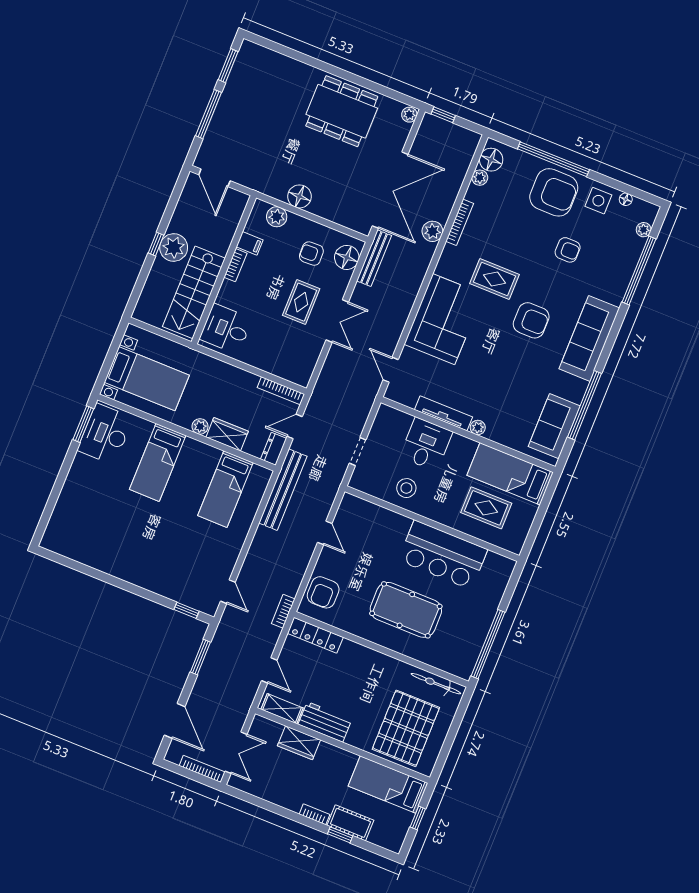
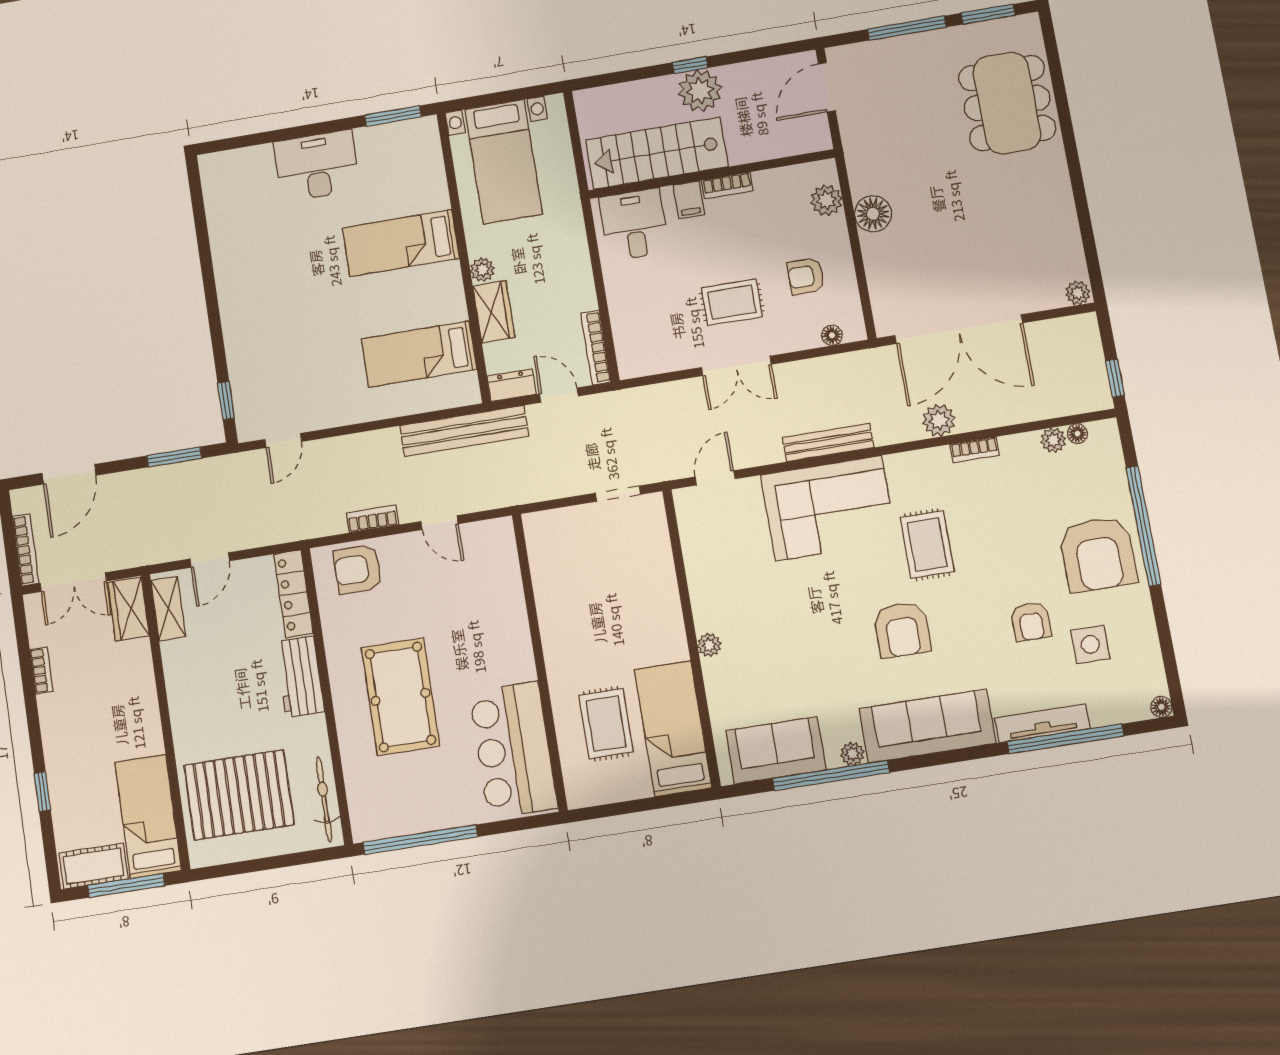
dining table: (342, 111) -> (1007, 103), moved
window: (443, 115) -> (1115, 378), moved
floor lamp: (491, 160) -> (1077, 434), width x0.53, depth x0.53
floor lamp: (626, 199) -> (1161, 707), moved
side table: (598, 201) -> (1090, 644), moved
bookcase: (460, 222) -> (975, 450), width x0.64
plant: (644, 230) -> (852, 754), moved
filing cabinet: (250, 243) -> (689, 200), moved
armchair: (311, 254) -> (806, 276), turned -88
floor lamp: (347, 257) -> (832, 335), width x0.53, depth x0.53
bench: (374, 258) -> (828, 442), moved
tv unit: (443, 413) -> (1042, 723), moved, turned -90
desk: (105, 434) -> (317, 166), moved
desk: (426, 444) -> (643, 588), removed
doorway: (358, 452) -> (618, 494), moved
stool: (406, 488) -> (567, 597), removed
door: (325, 533) -> (440, 523), hinge flipped
bar counter: (443, 555) -> (513, 750), moved
bookcase: (283, 611) -> (372, 519), moved
workbench: (325, 722) -> (300, 677), moved, turned 180
wardrobe: (299, 743) -> (129, 609), moved
bookcase: (315, 814) -> (41, 670), moved
window: (418, 818) -> (126, 886), width x2.17
cot: (350, 823) -> (93, 866), moved, turned 90

